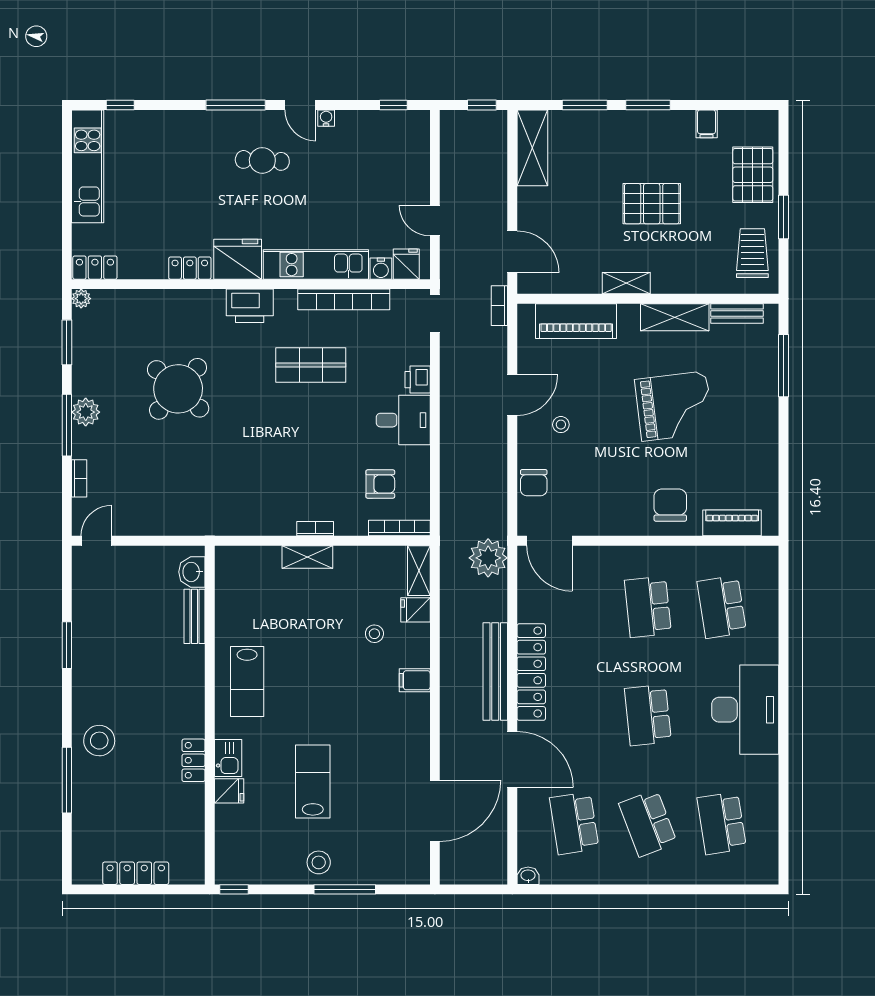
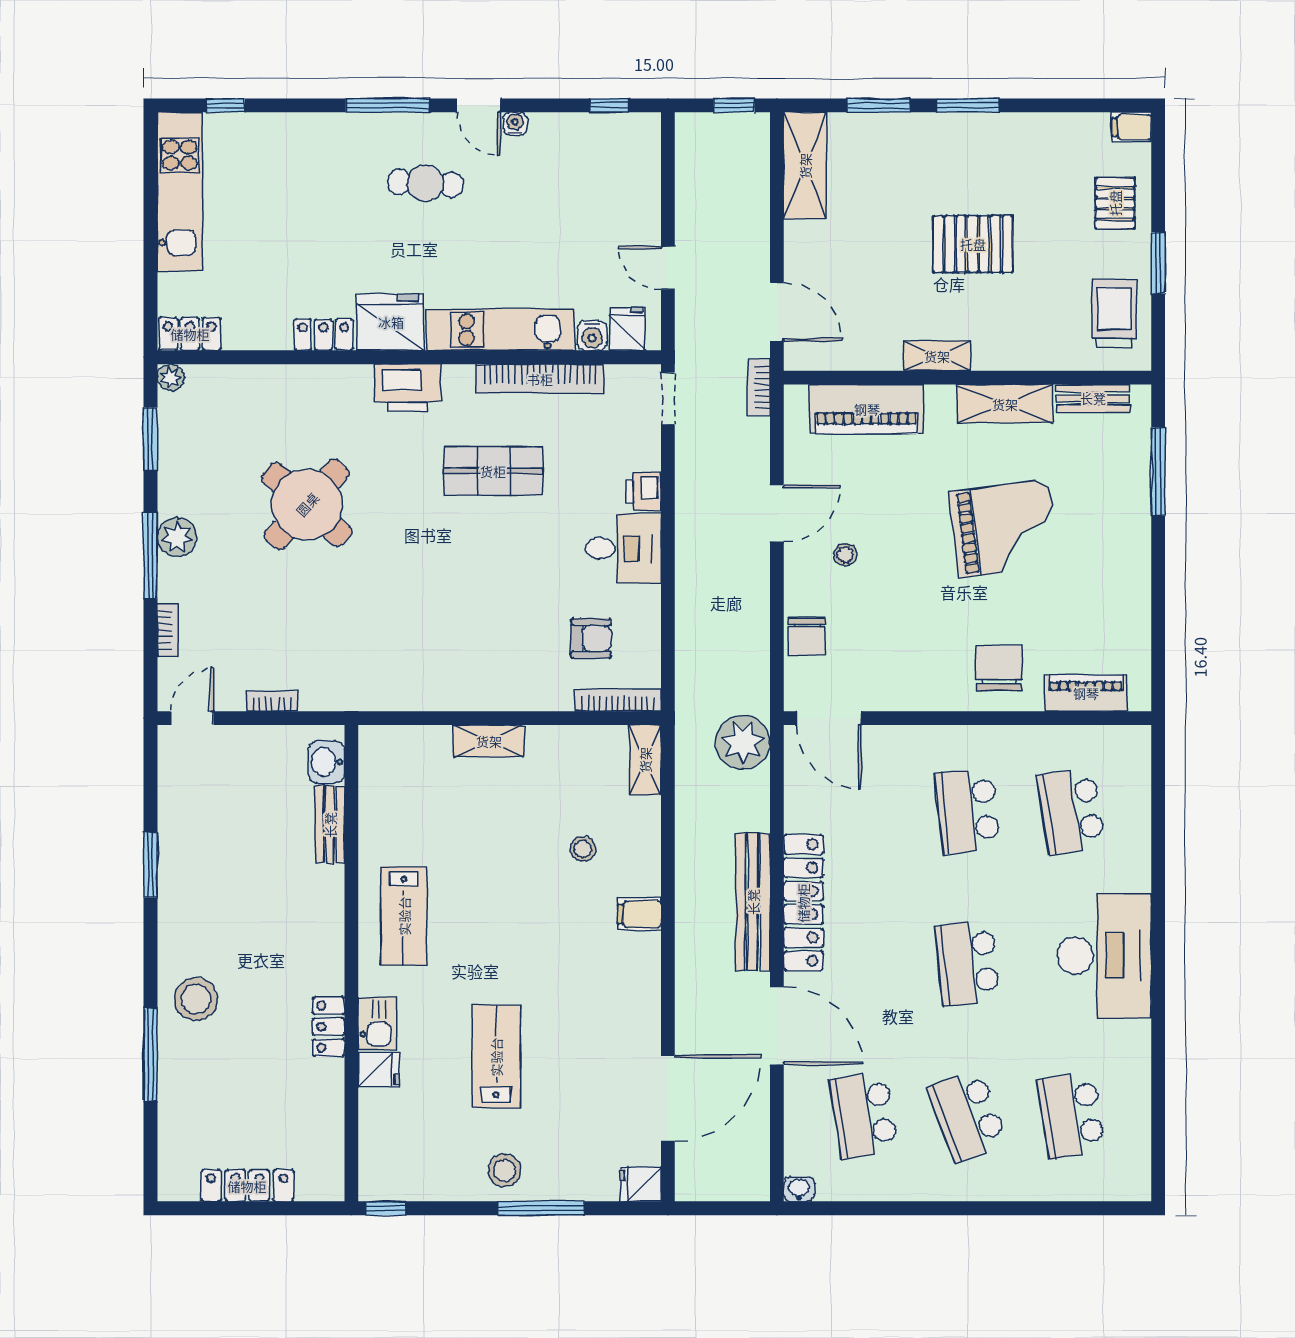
filing cabinet: (707, 124) -> (1132, 127), moved, turned 90
pallet: (753, 175) -> (1115, 203), width x0.67, depth x0.71
bookcase: (315, 529) -> (272, 701), moved
fridge: (415, 610) -> (641, 1184), moved

